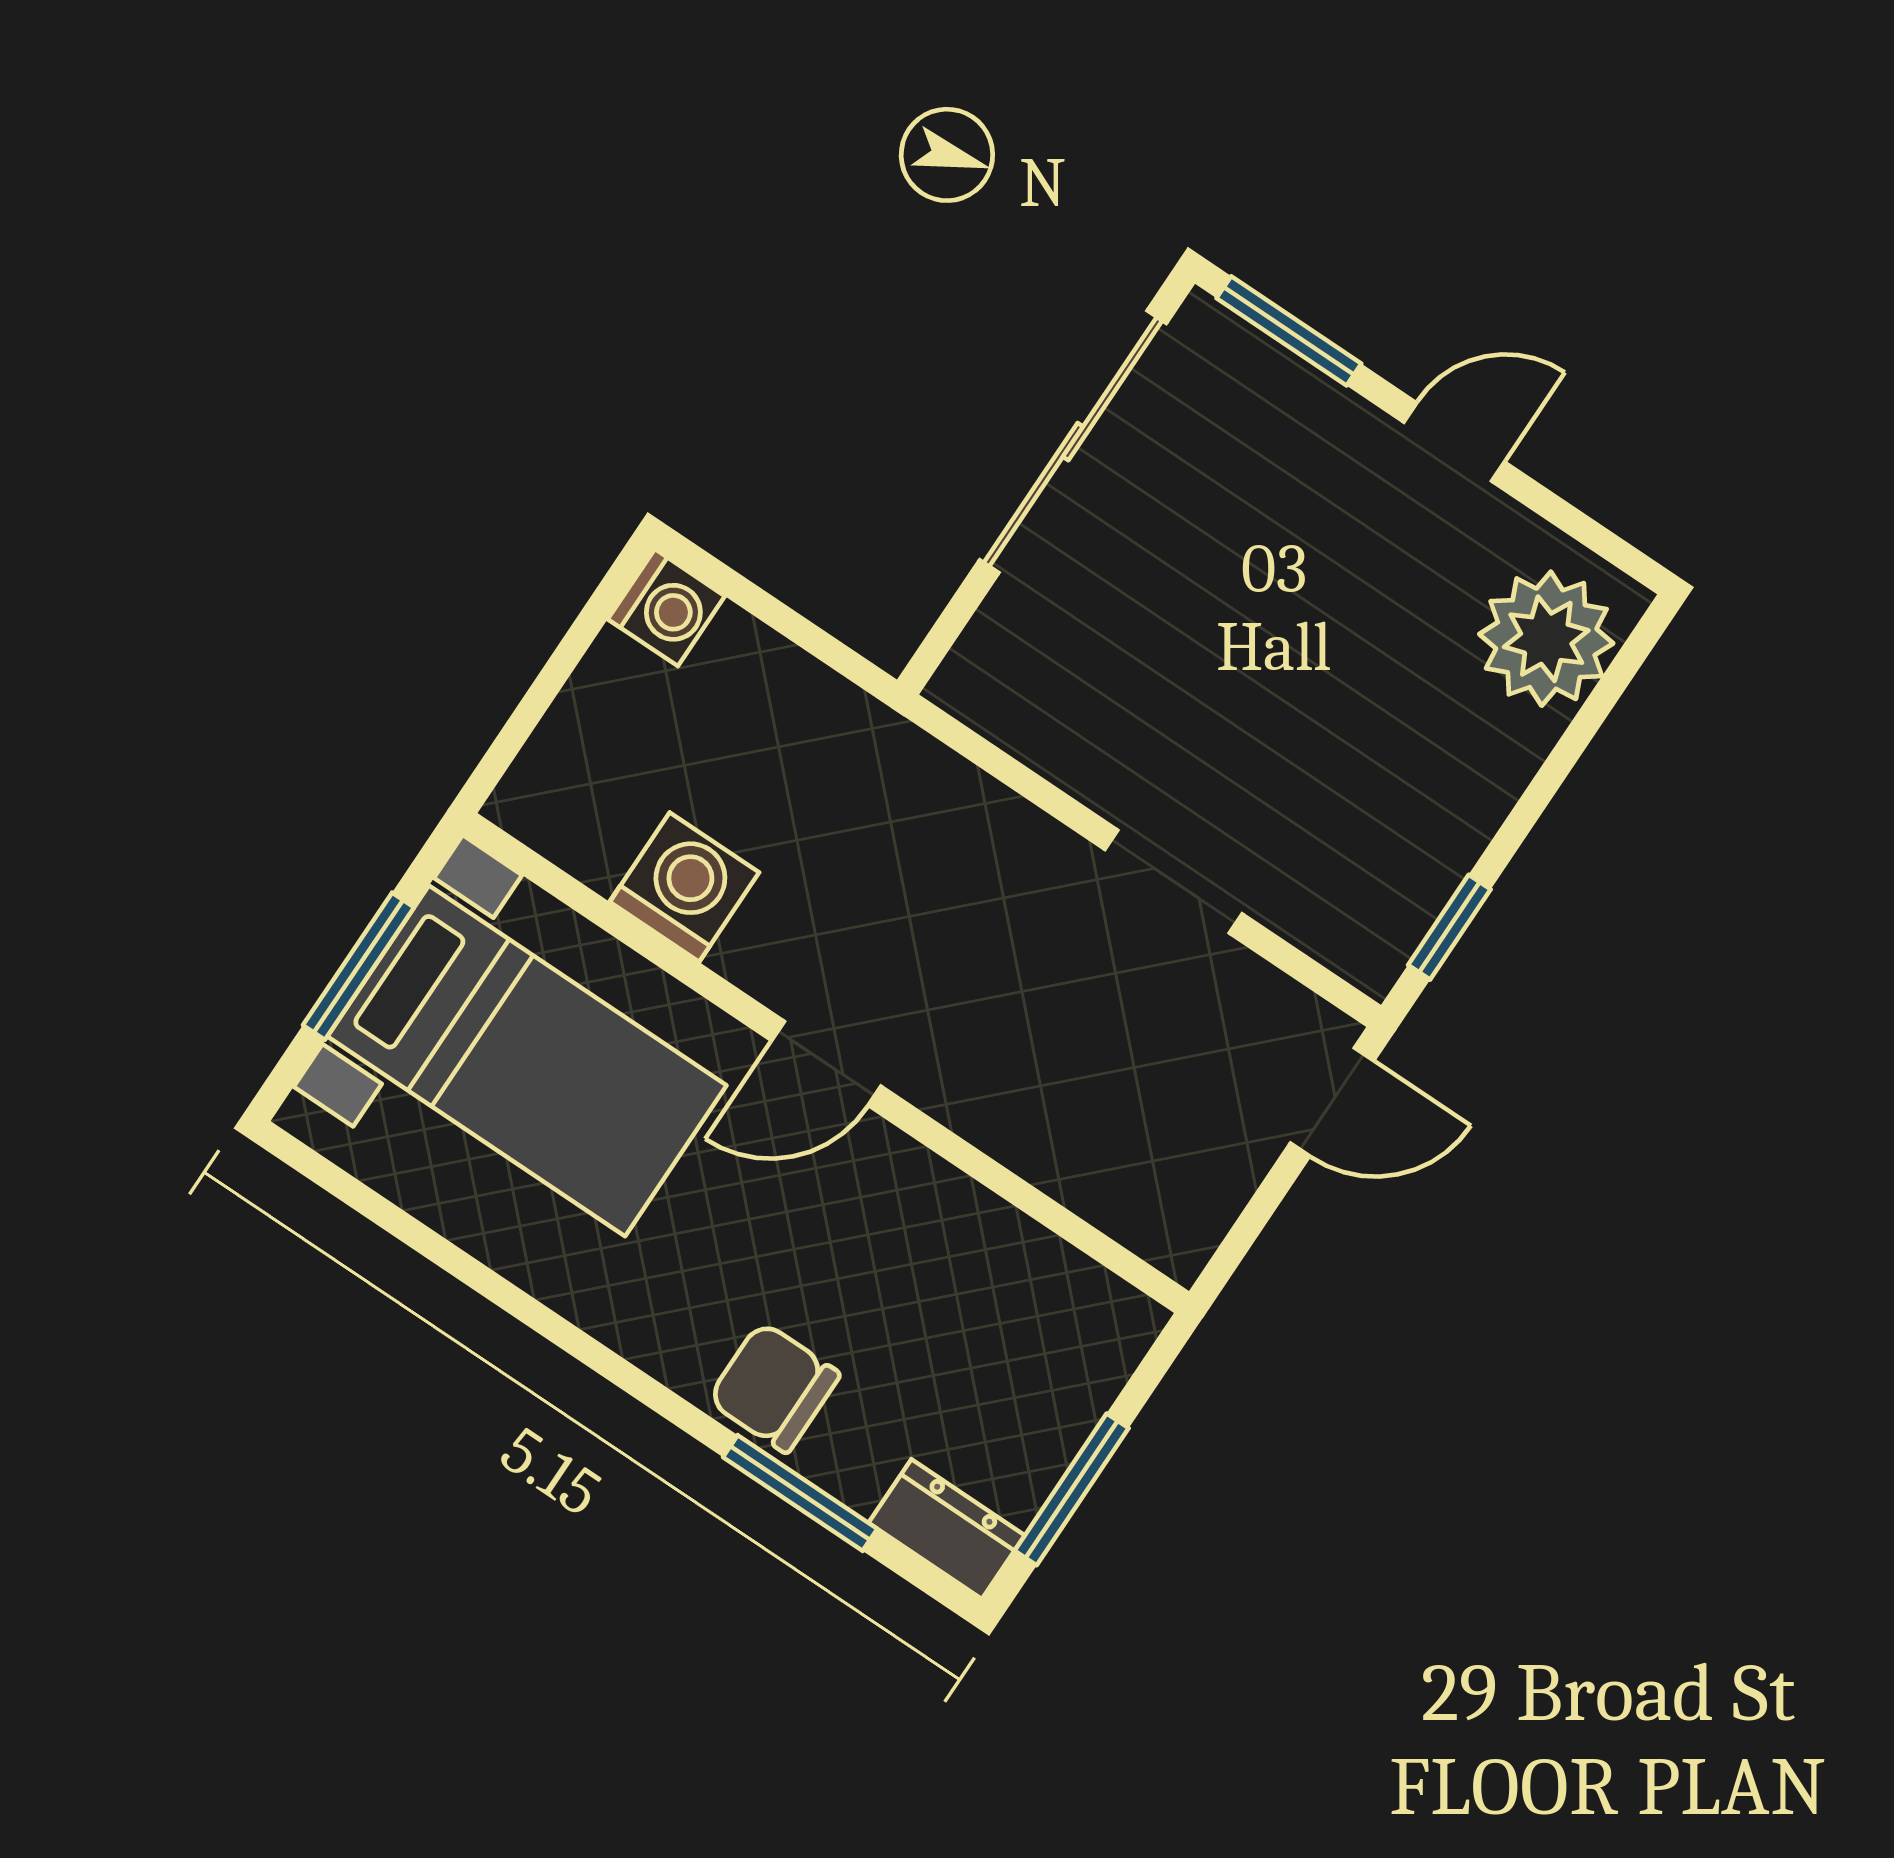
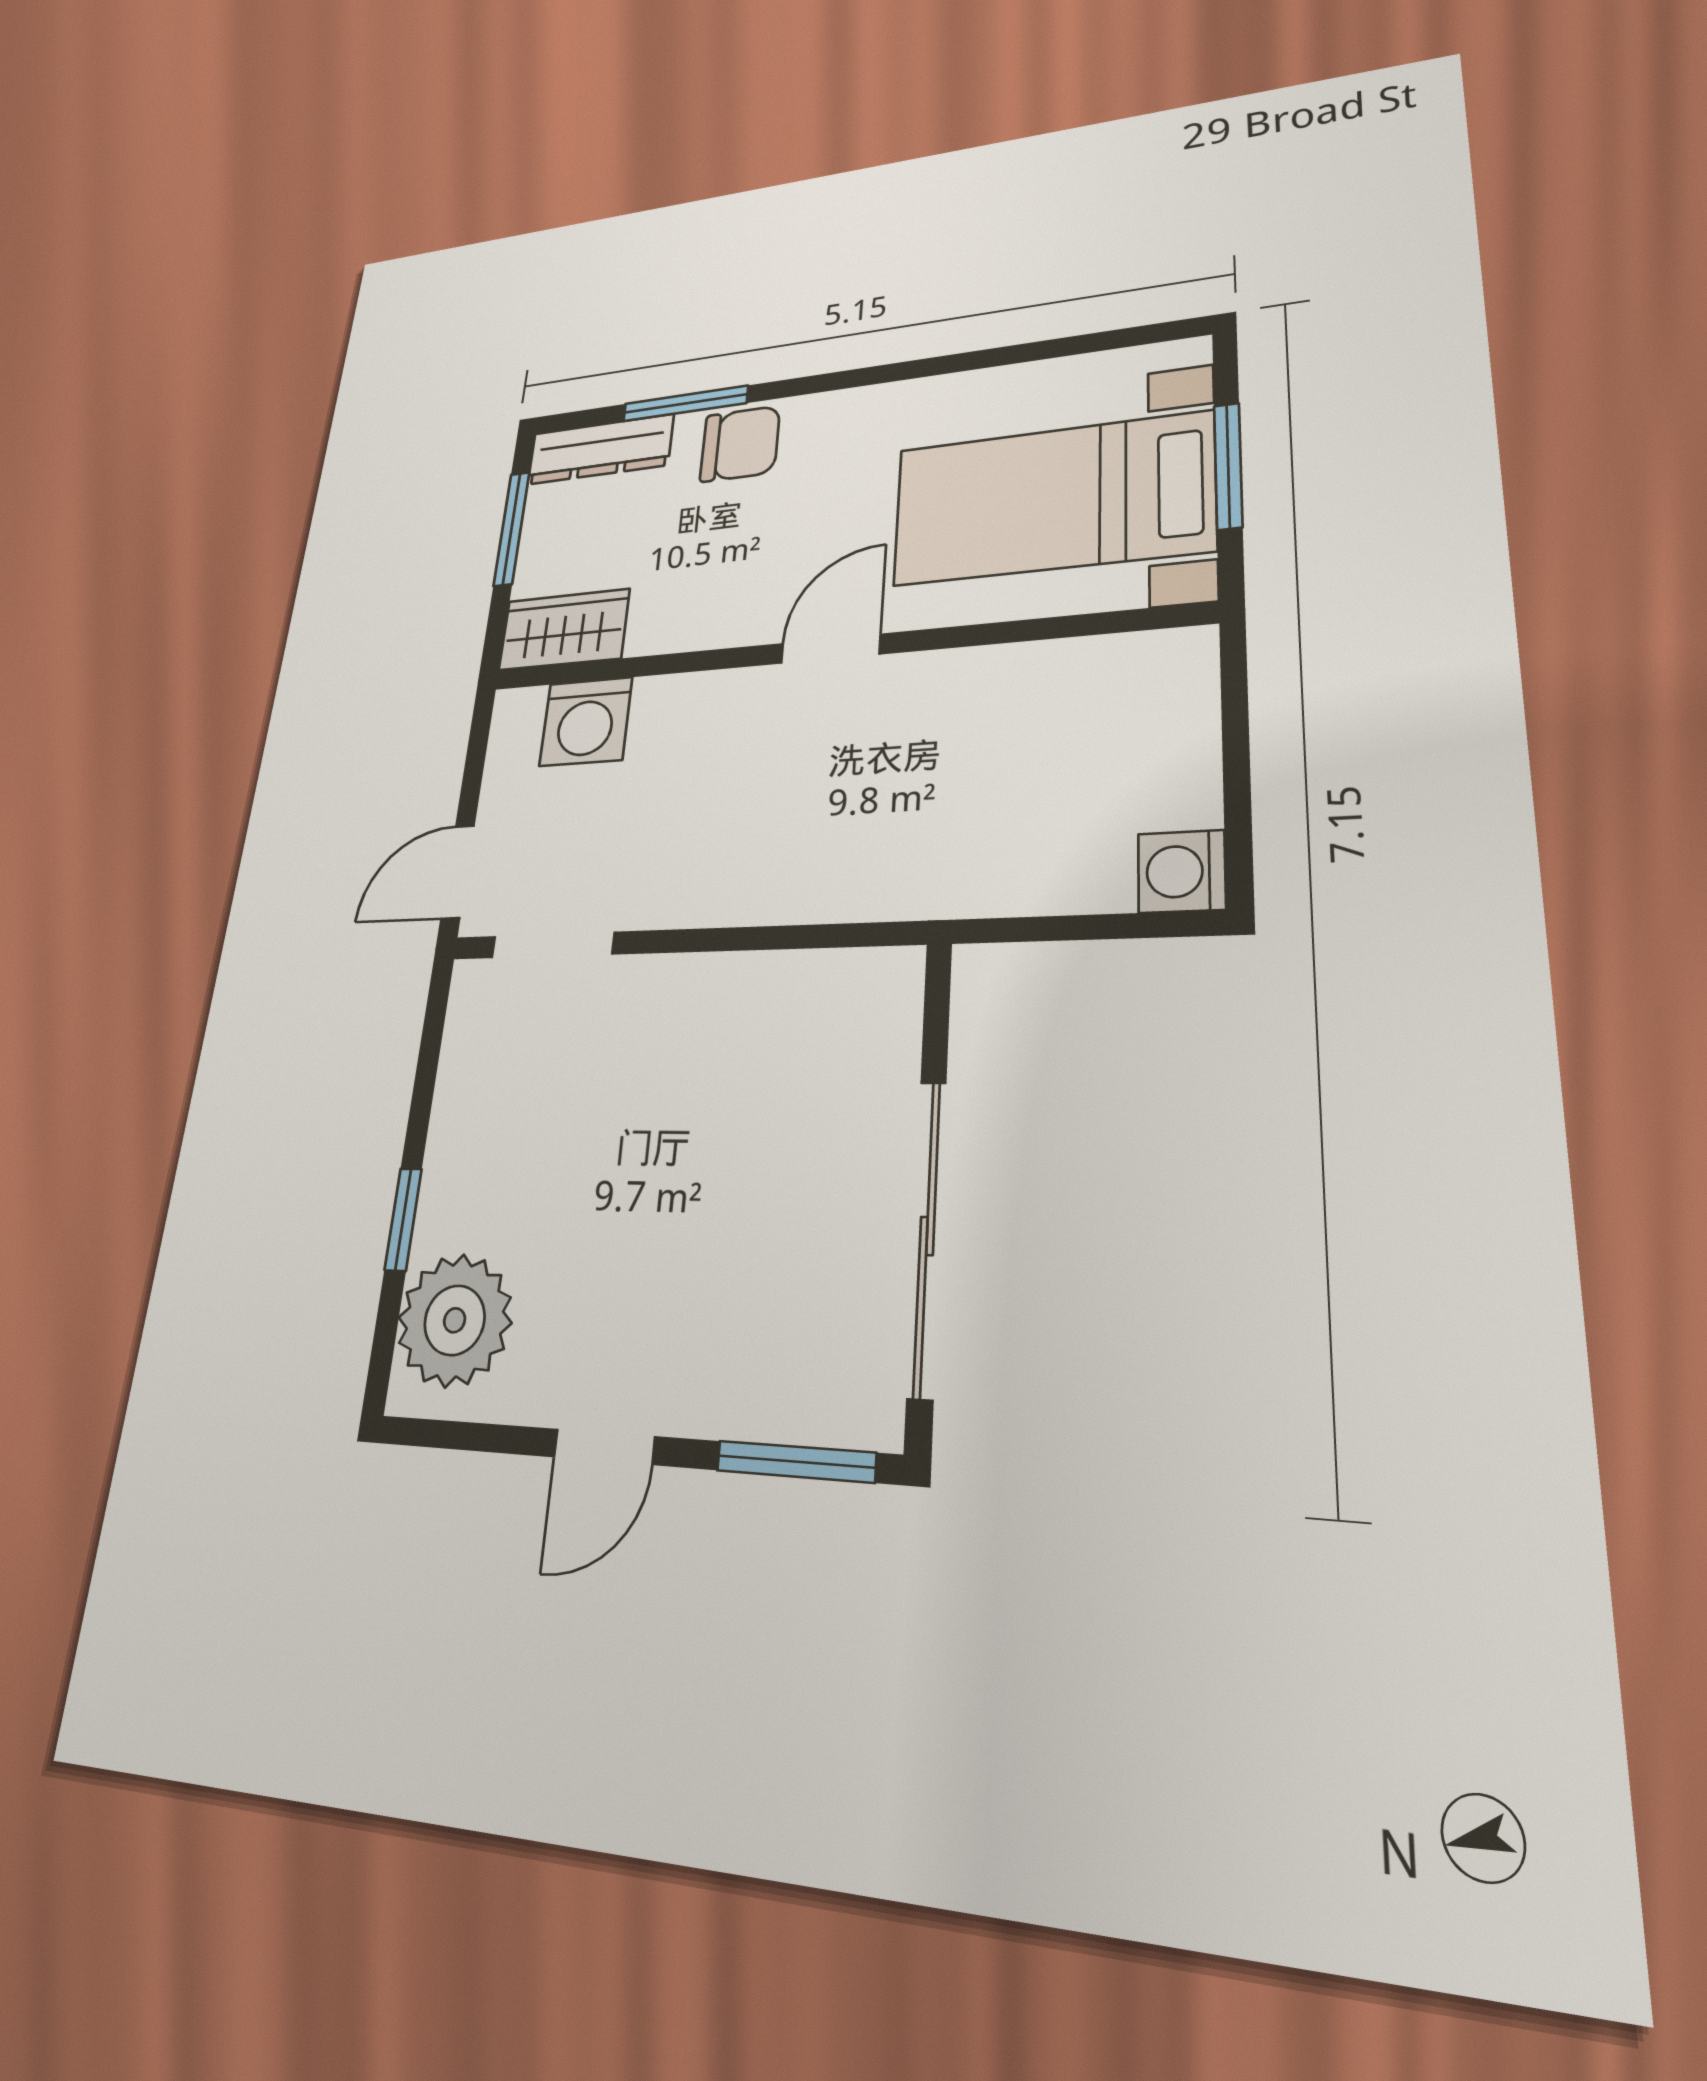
doorway: (1174, 882) -> (553, 945), moved
washing machine: (684, 887) -> (586, 722), moved
window: (1449, 927) -> (403, 1219), moved
wardrobe: (1079, 1307) -> (564, 630), added
dresser: (947, 1529) -> (600, 449), width x1.44

